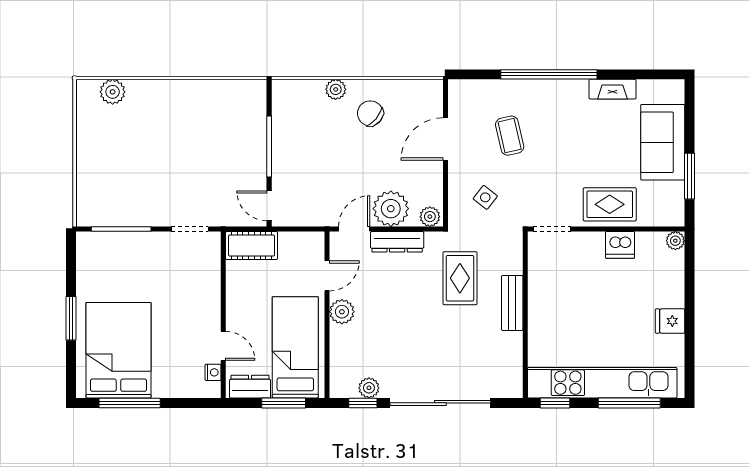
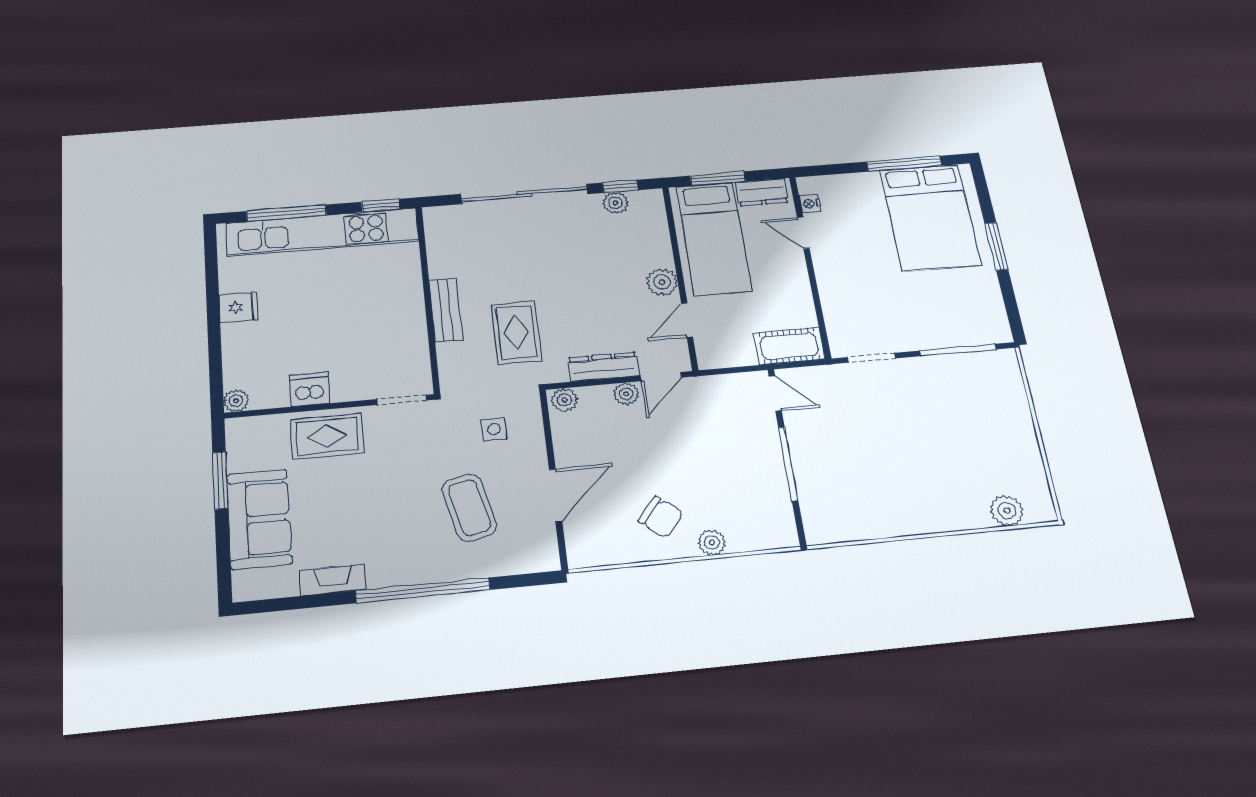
coffee table: (510, 136) -> (469, 507), width x1.36, depth x1.30
side table: (485, 197) -> (494, 429), turned -38
plant: (391, 209) -> (626, 394), width x0.53, depth x0.53

